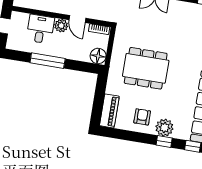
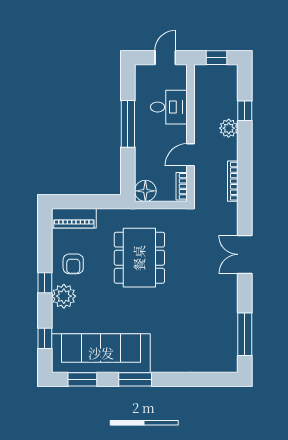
plant: (61, 26) -> (178, 134), removed
armchair: (142, 117) -> (73, 264), turned 90
window: (164, 142) -> (45, 283), moved

